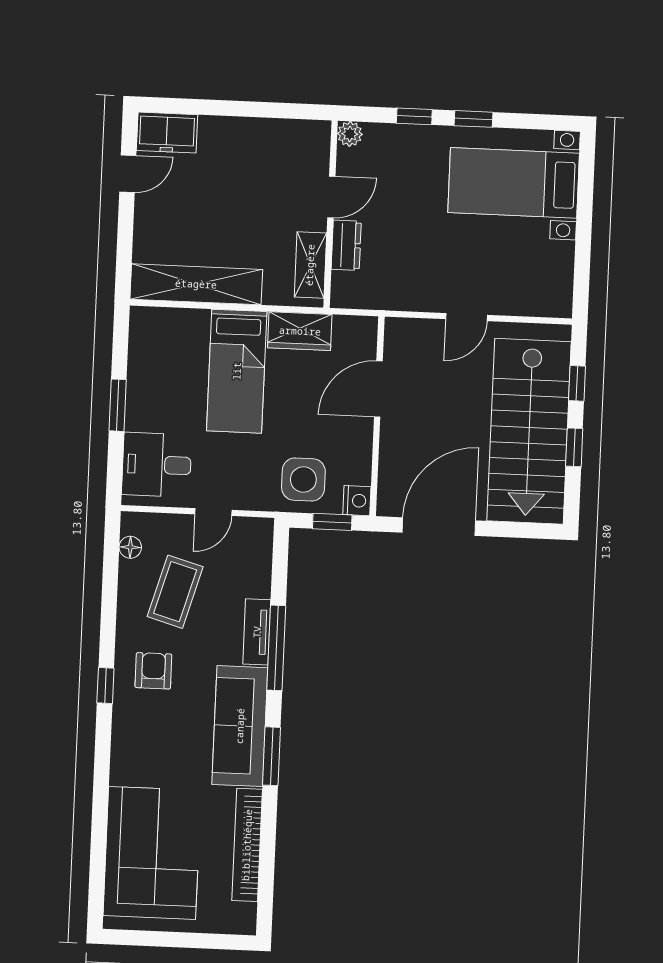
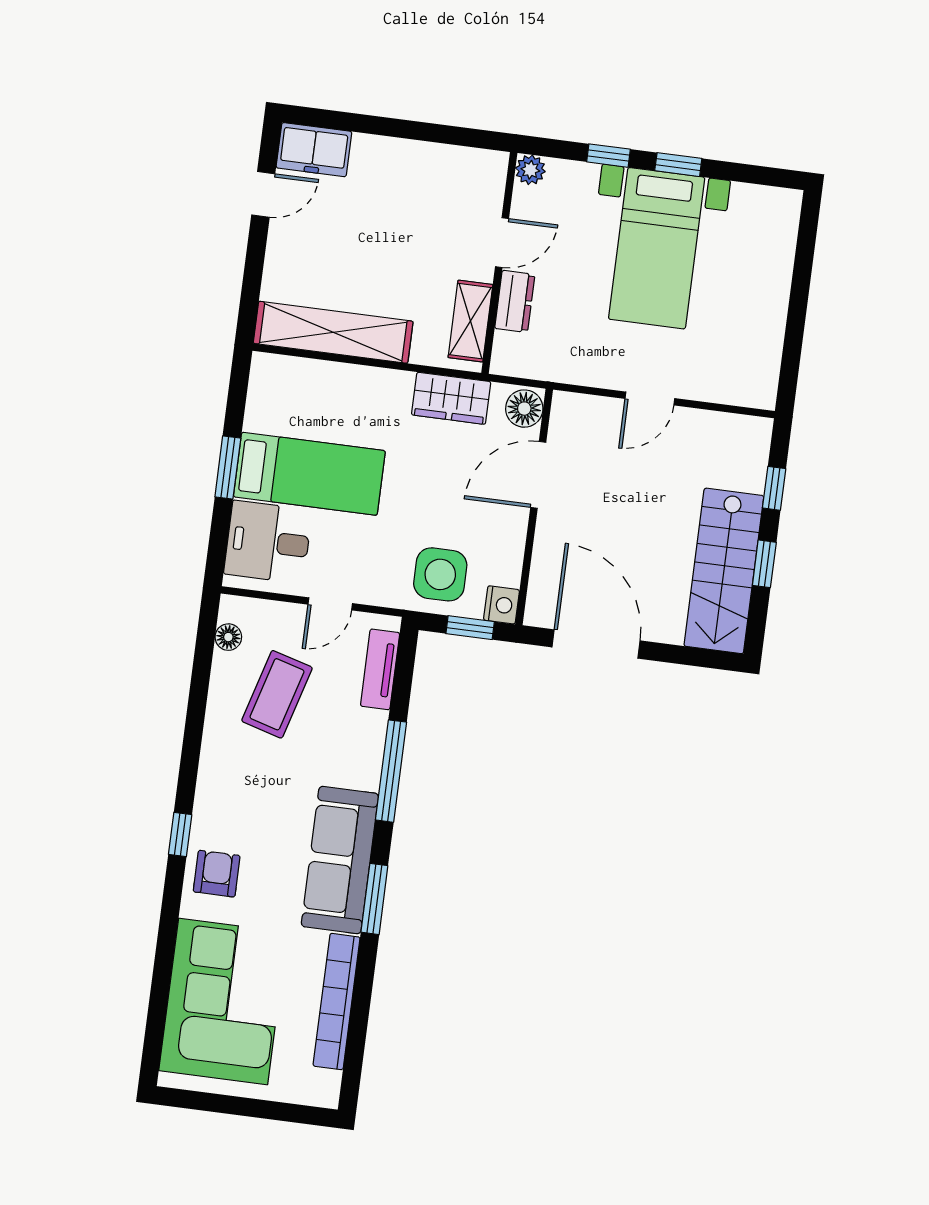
bed with nightstands: (514, 183) -> (657, 248), moved, turned -90
floor lamp: (362, 334) -> (524, 409), added
bed: (237, 371) -> (309, 474), moved, turned -90
stairs: (529, 431) -> (724, 571), width x0.73, depth x0.66
door: (439, 527) -> (596, 644), hinge flipped
tv unit: (257, 632) -> (380, 669), moved
armchair: (153, 671) -> (217, 874), moved
window: (105, 686) -> (180, 834), moved

